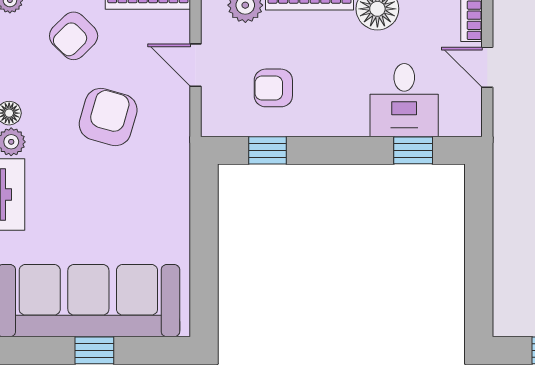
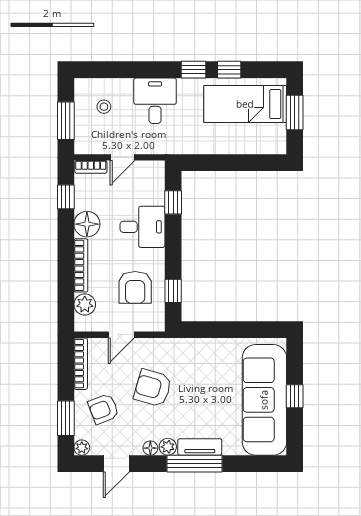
armchair: (74, 36) -> (103, 409), turned 114
armchair: (273, 88) -> (135, 287), width x1.38, depth x1.38
desk: (404, 100) -> (142, 227), moved

